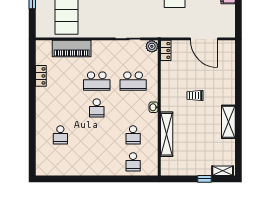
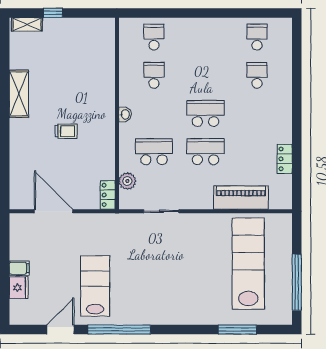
plant: (152, 46) -> (127, 181), moved
school desk: (97, 108) -> (205, 113), width x1.85
shelving: (167, 134) -> (106, 76), removed
school desk: (60, 162) -> (257, 37), added

